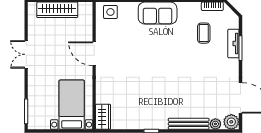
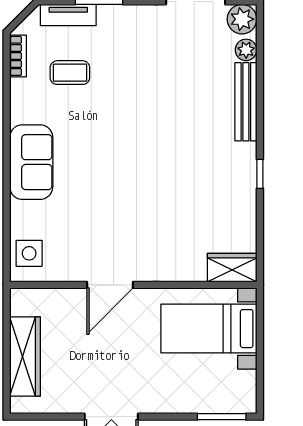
tv unit: (233, 44) -> (68, 15), moved

